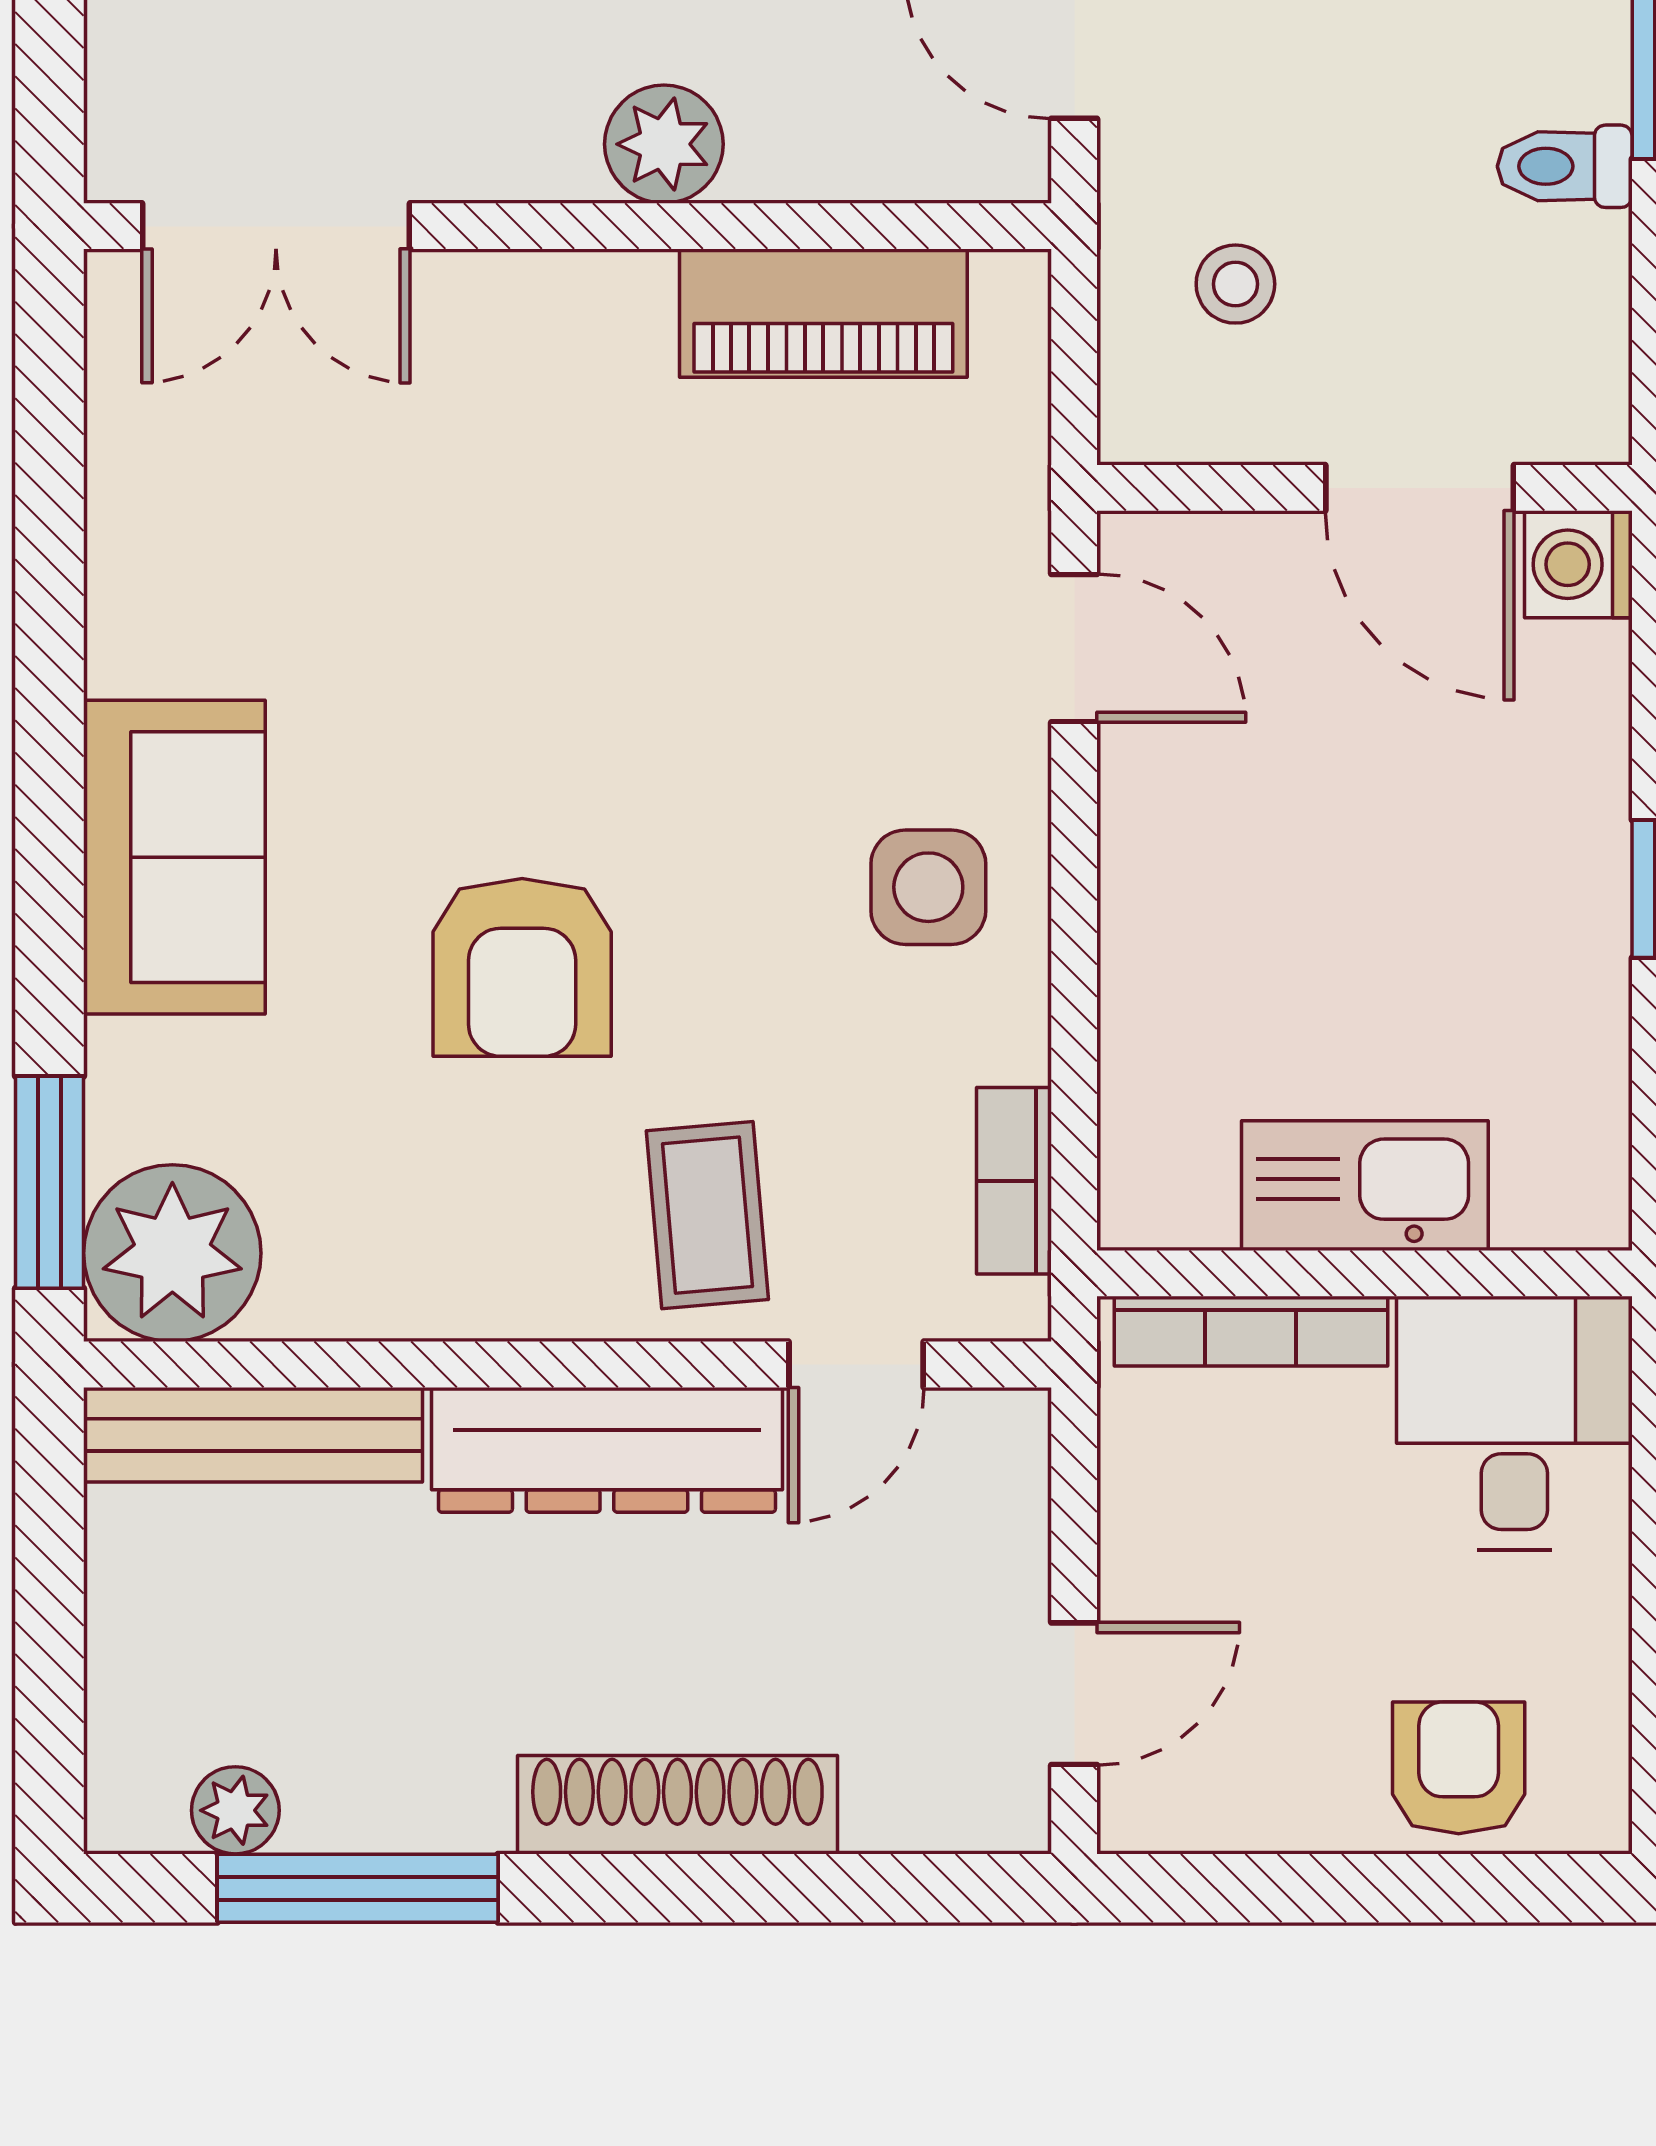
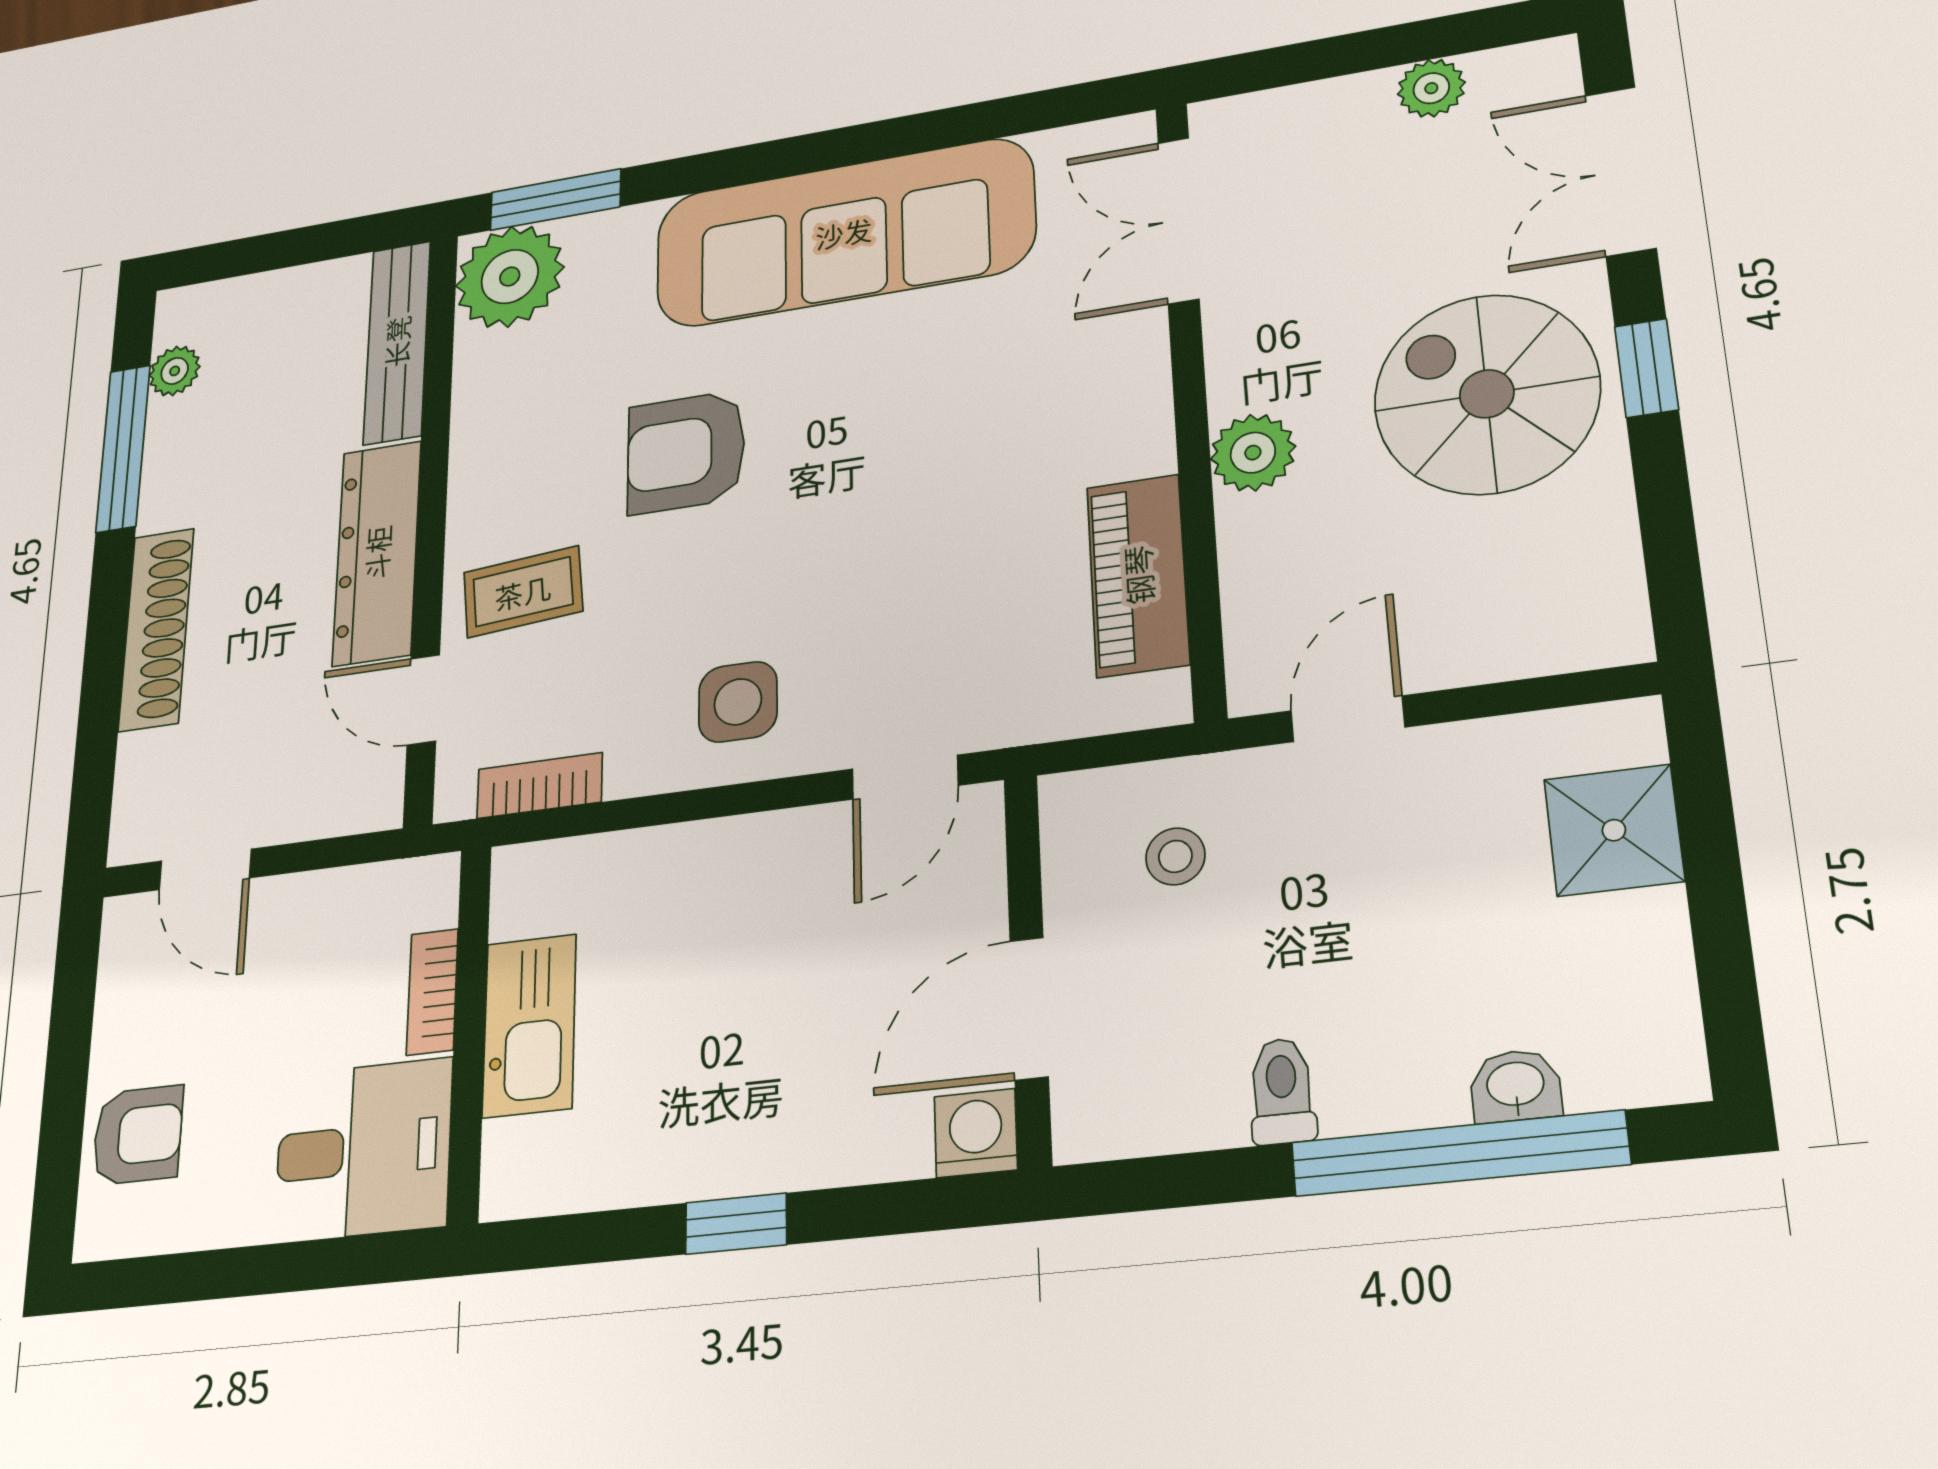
sofa: (174, 857) -> (844, 233), width x1.85, depth x1.27
bookcase: (1251, 1331) -> (432, 992), width x0.64

